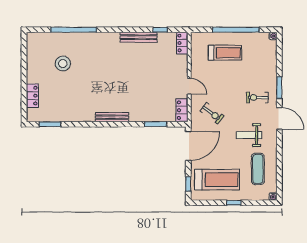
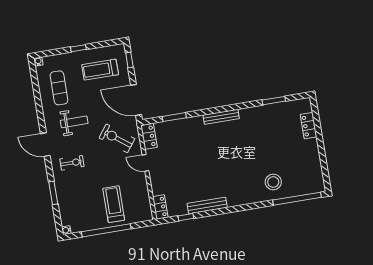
window: (74, 30) -> (297, 199), moved
treadmill: (225, 53) -> (114, 204), turned 90
stool: (63, 64) -> (273, 182), moved
window: (279, 88) -> (53, 193), moved
exercise bike: (212, 113) -> (117, 138), width x1.38, depth x1.39
window: (50, 124) -> (274, 101), moved
door: (188, 146) -> (136, 100), hinge flipped
treadmill: (217, 180) -> (100, 70), width x0.73, depth x0.73

